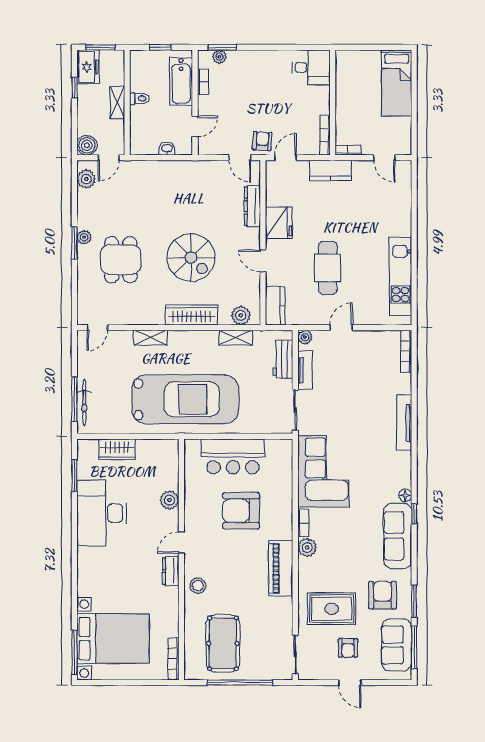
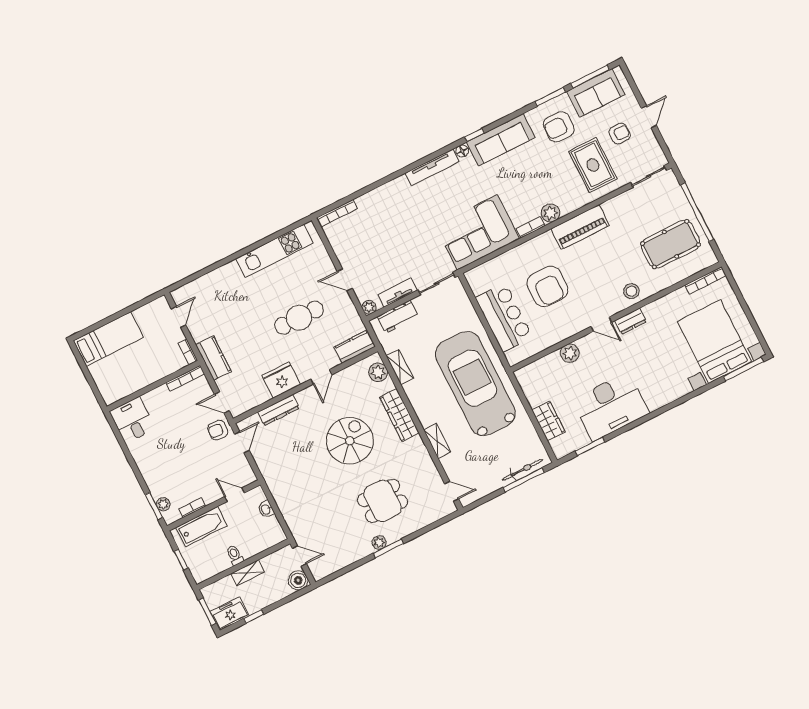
plant: (86, 179) -> (328, 566), removed
tv unit: (404, 423) -> (432, 167), moved

